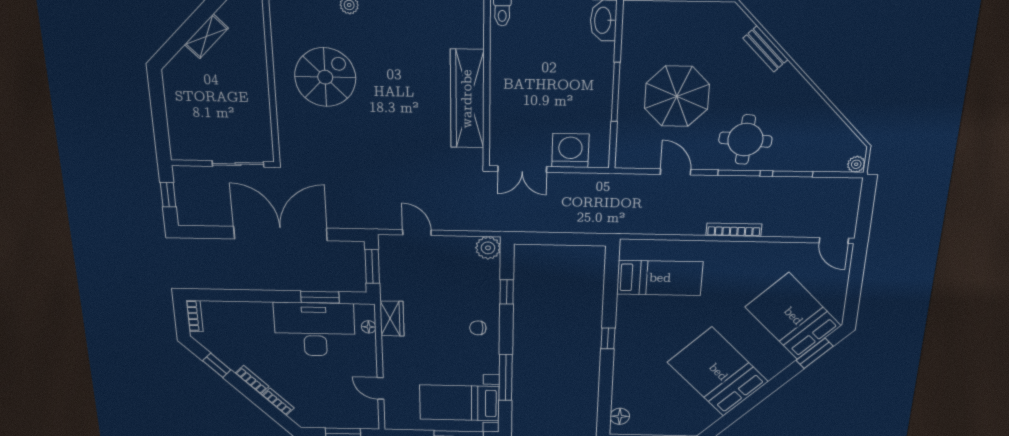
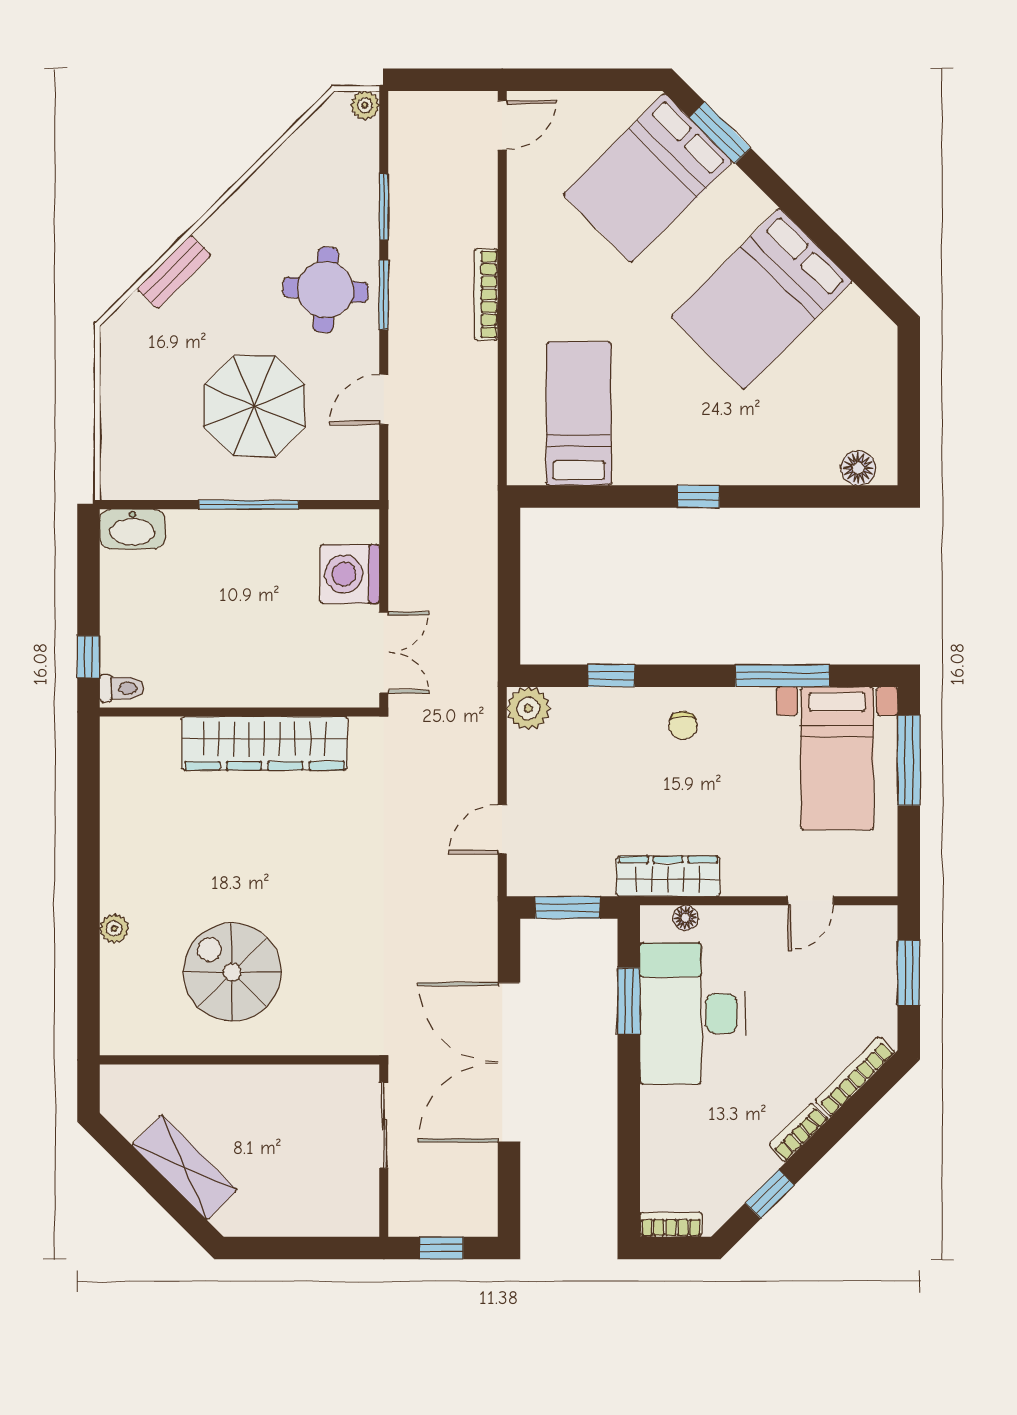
shelving: (206, 36) -> (184, 1167), width x1.50, depth x1.33
wardrobe: (392, 319) -> (668, 876), width x1.50
bookcase: (278, 402) -> (855, 1077), width x1.56

